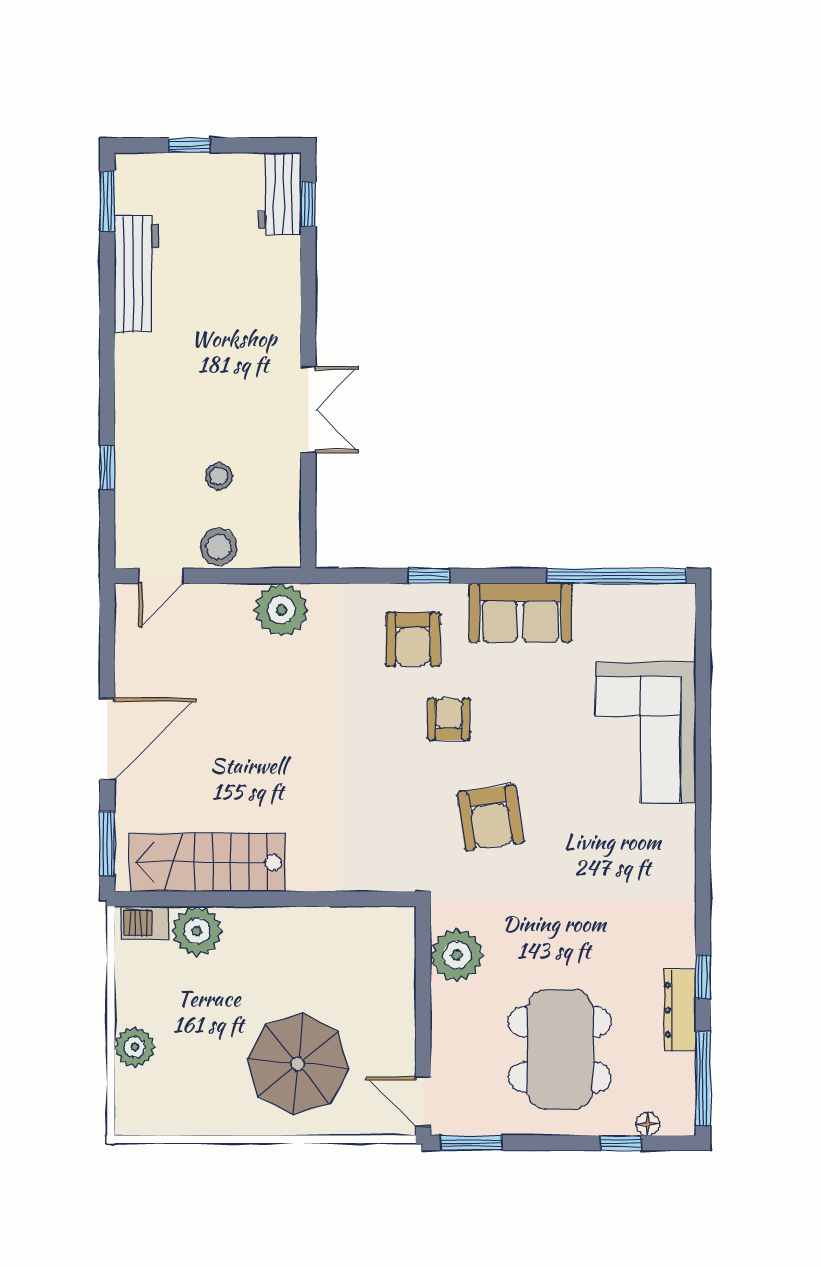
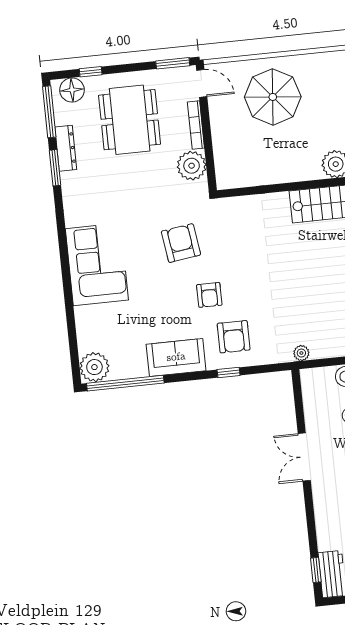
plant: (281, 610) -> (301, 353), width x0.53, depth x0.53
plant: (669, 611) -> (94, 367), added
armchair: (413, 639) -> (234, 337), turned 180
corner sofa: (646, 733) -> (97, 264), moved
window: (703, 977) -> (55, 168), width x1.50
bookcase: (441, 1028) -> (196, 125), added
floor lamp: (648, 1124) -> (72, 90), width x1.89, depth x1.89

